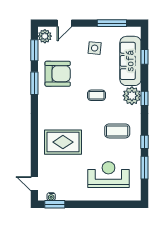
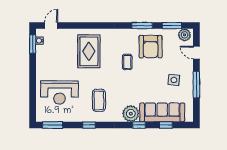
window: (112, 23) -> (196, 85), moved
coffee table: (96, 95) -> (127, 62), moved
window: (145, 98) -> (139, 125), moved
window: (145, 168) -> (53, 125), moved
reception desk: (108, 175) -> (60, 92), turned 90

